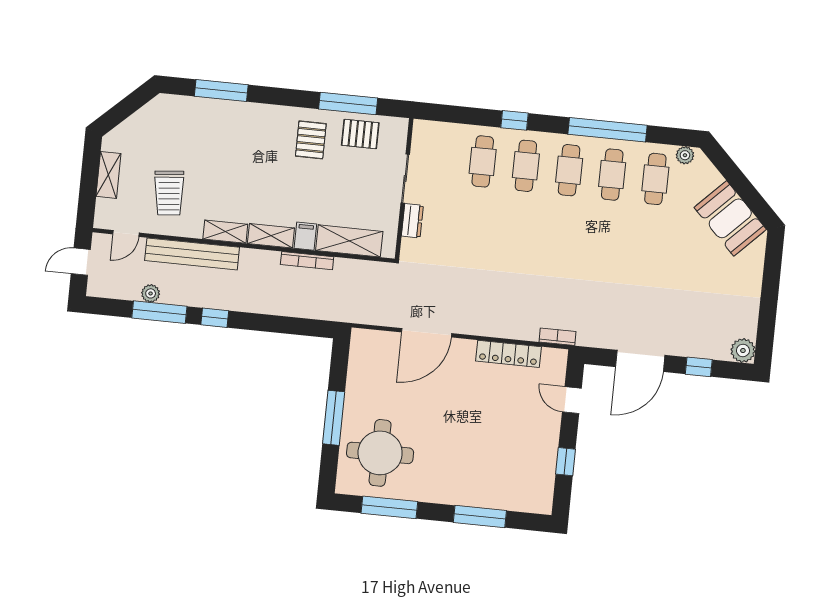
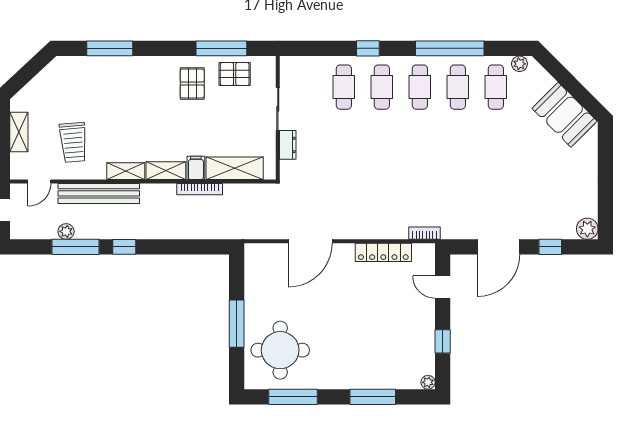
plant: (544, 506) -> (428, 382), added

